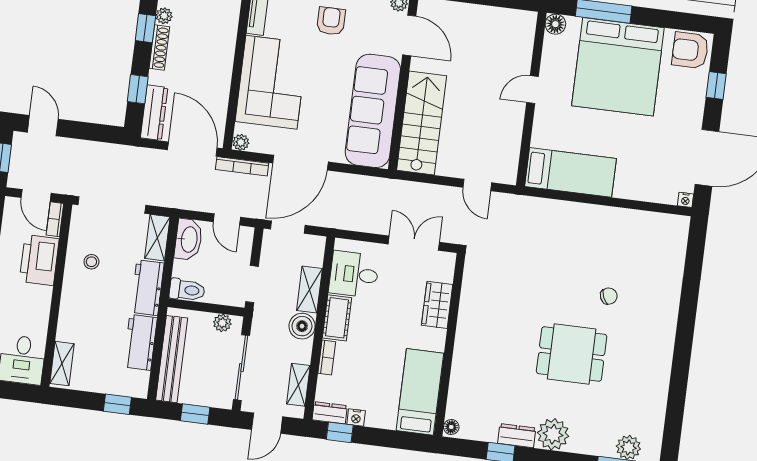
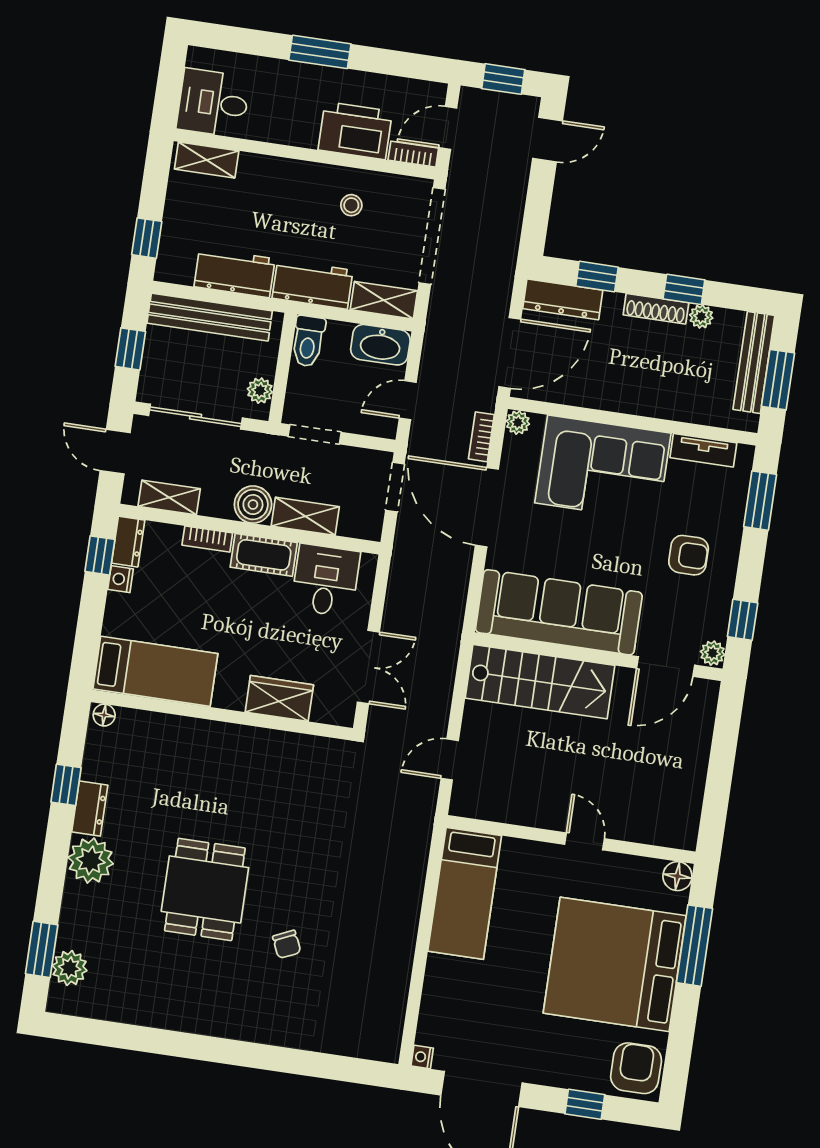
bookcase: (242, 166) -> (481, 437), width x0.64

